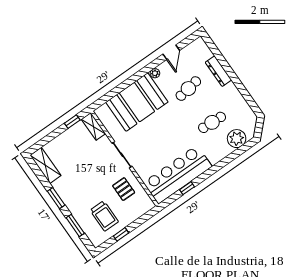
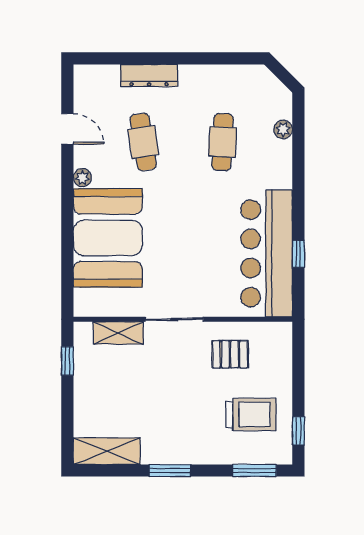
shelving: (93, 126) -> (118, 333), moved
plant: (237, 139) -> (283, 129), width x0.53, depth x0.53
window: (75, 225) -> (254, 470), moved
window: (121, 234) -> (298, 431), moved

